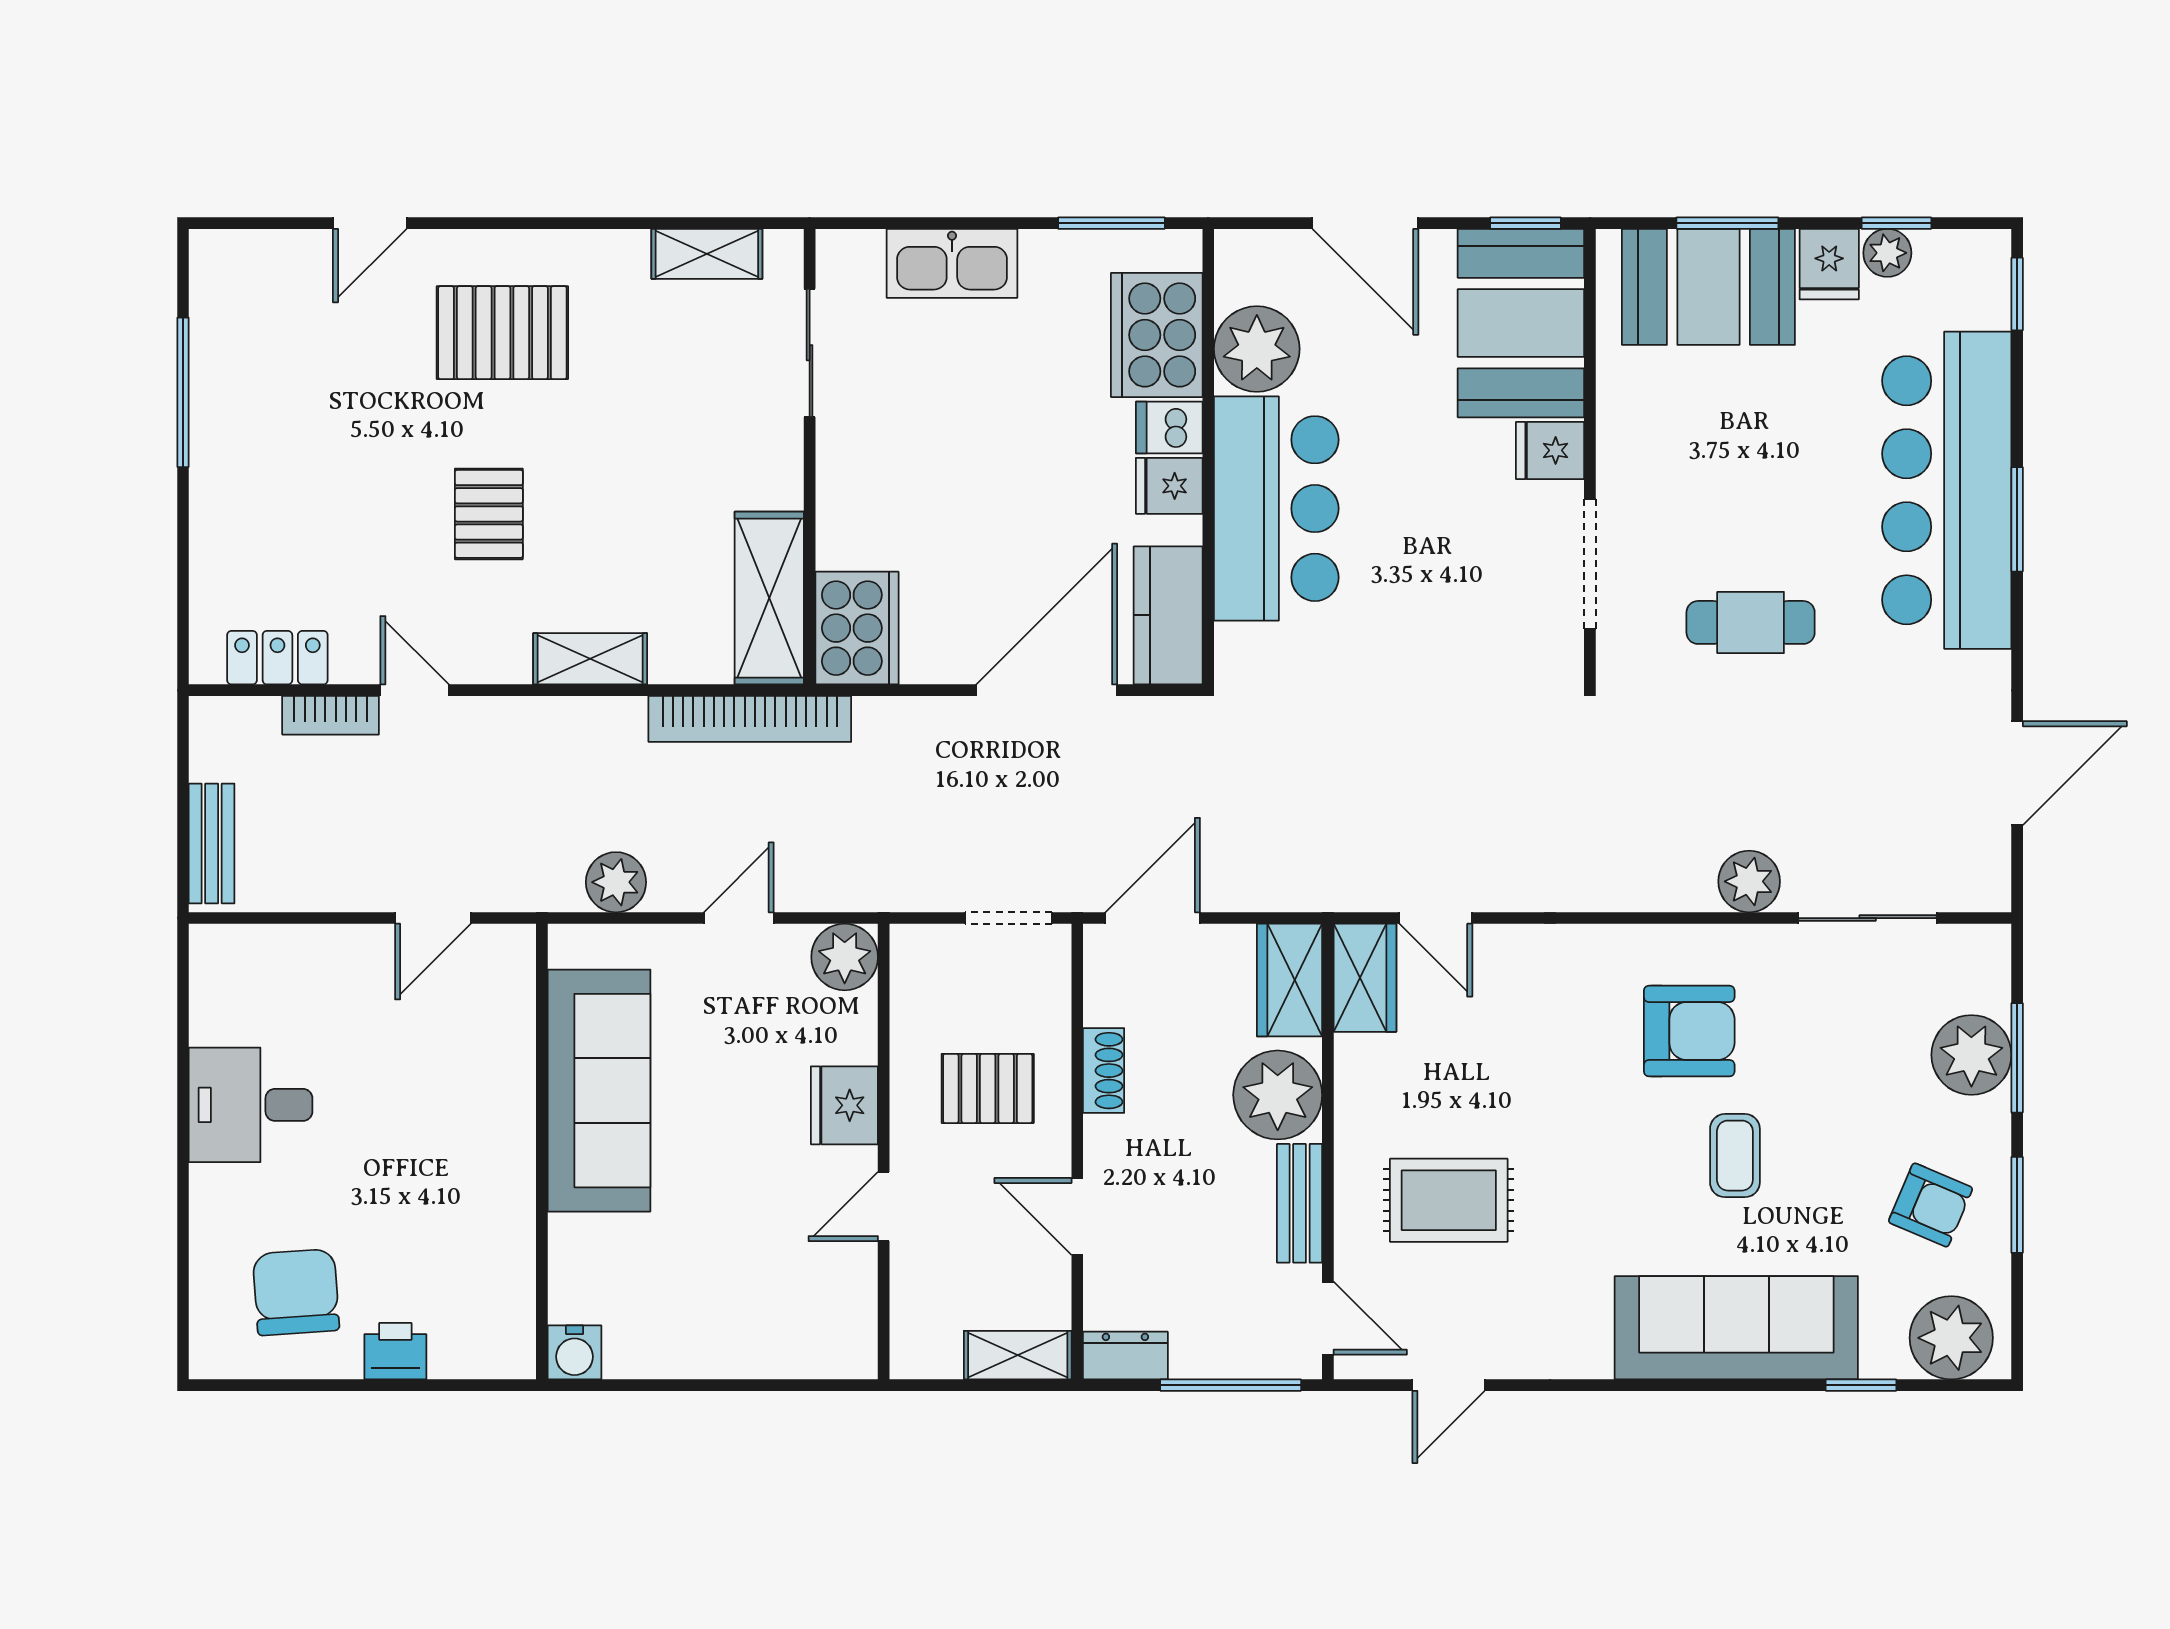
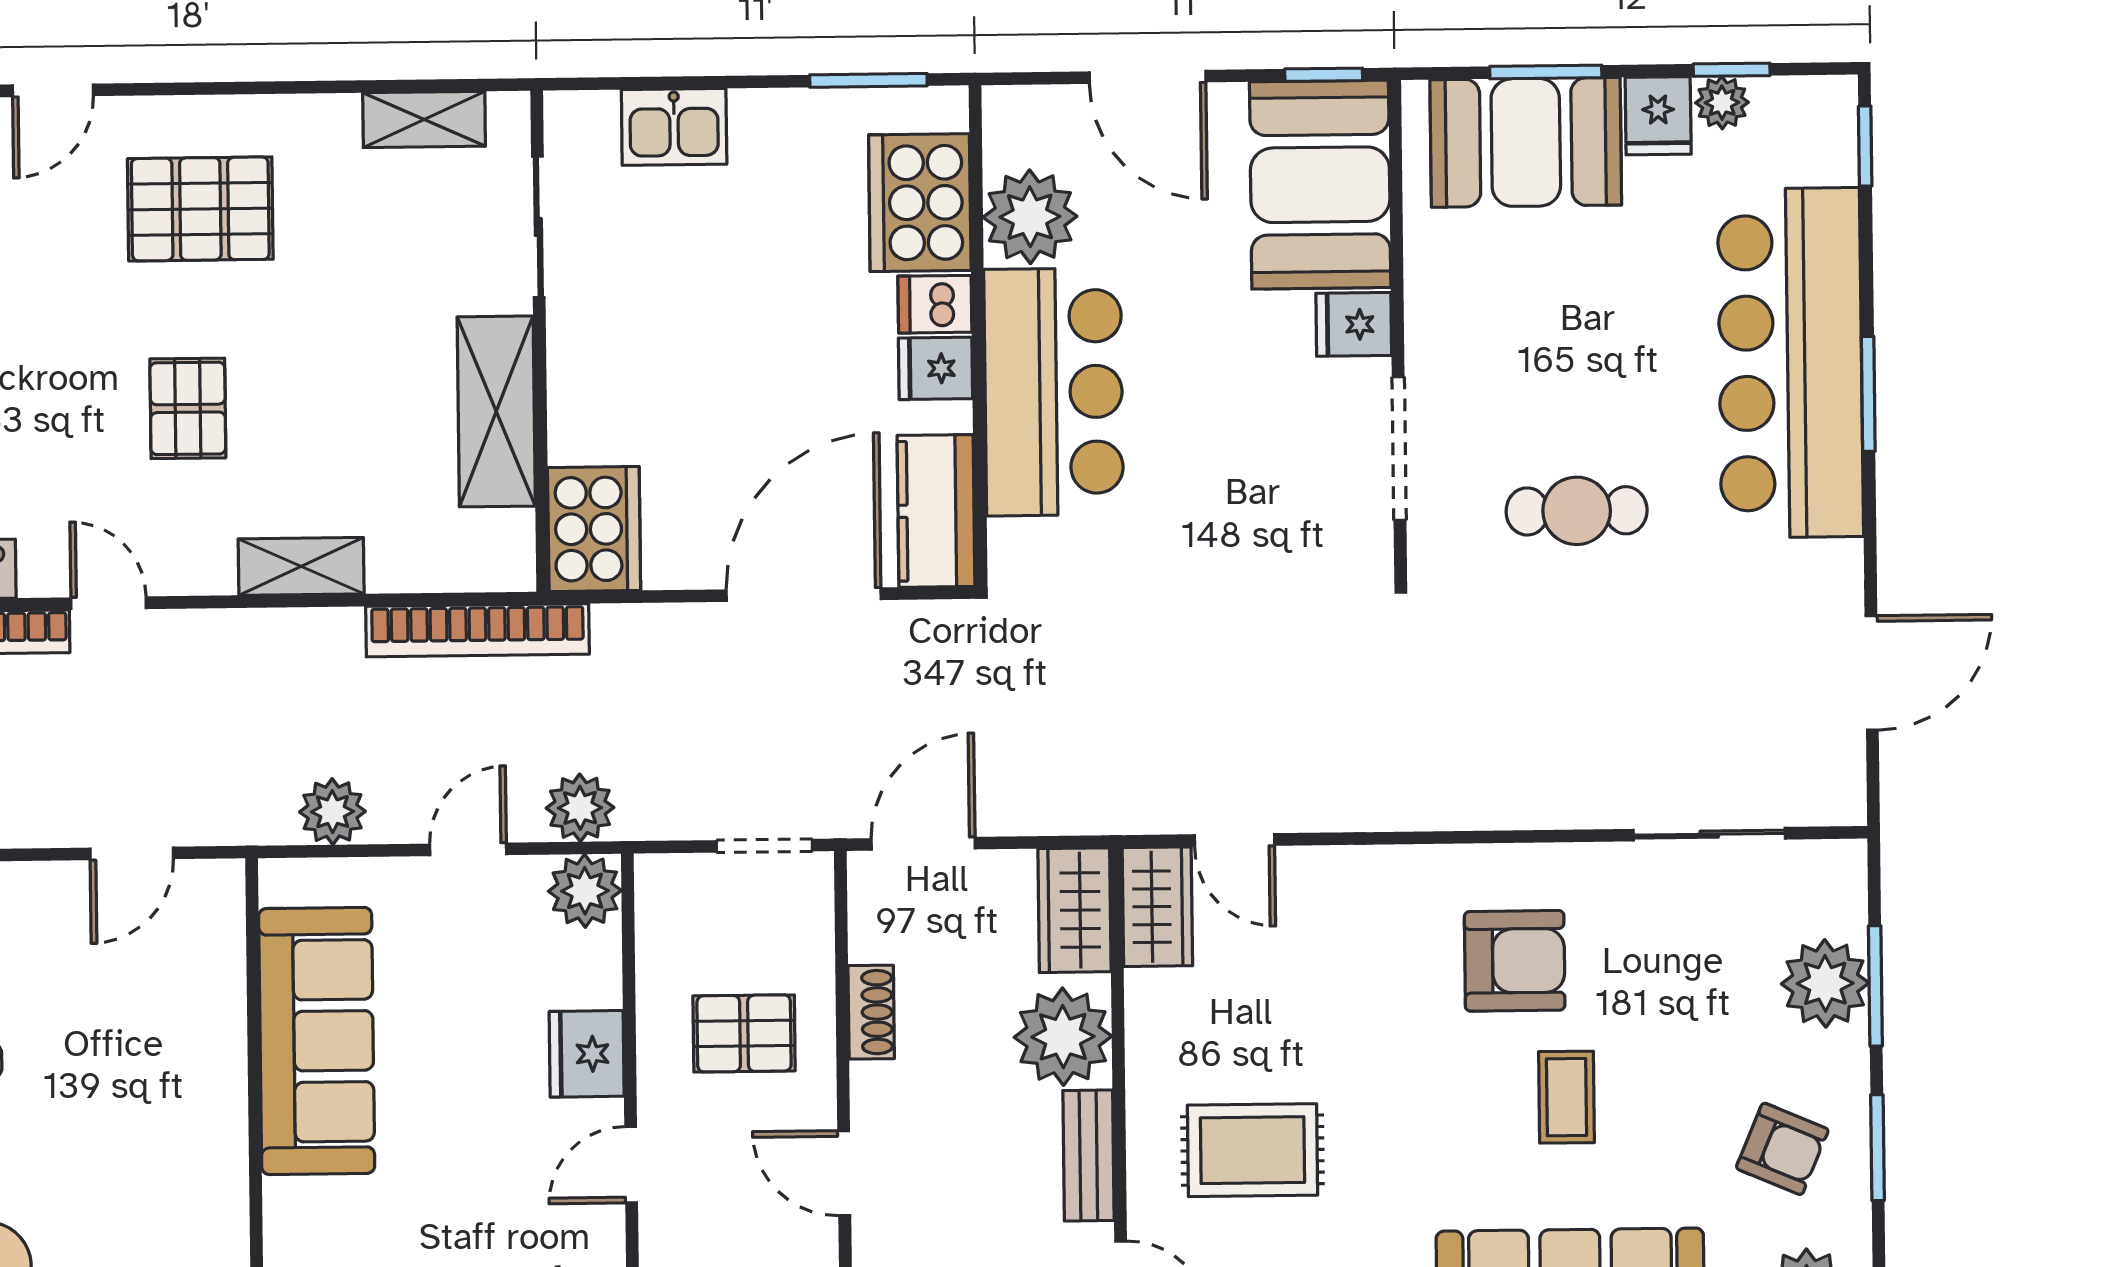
kitchen sink: (952, 263) -> (674, 127), width x0.73
shelving: (769, 598) -> (496, 411), moved
plant: (1749, 881) -> (580, 808), moved

